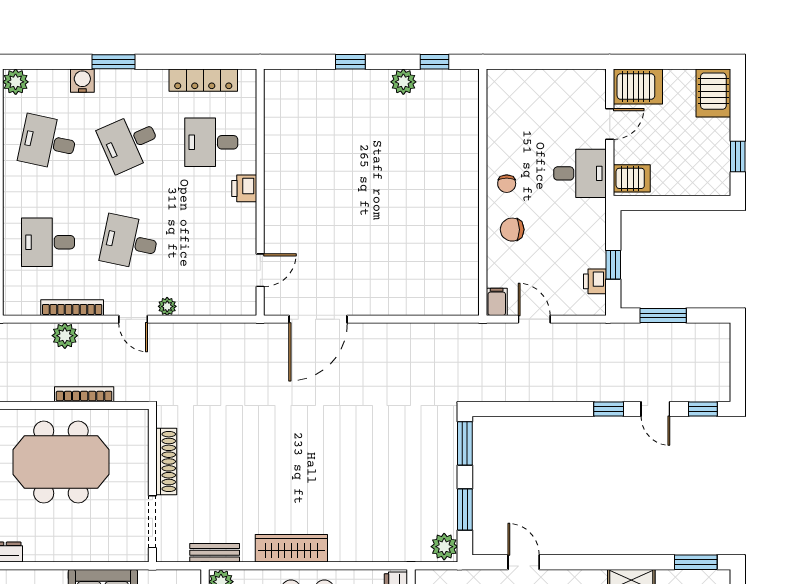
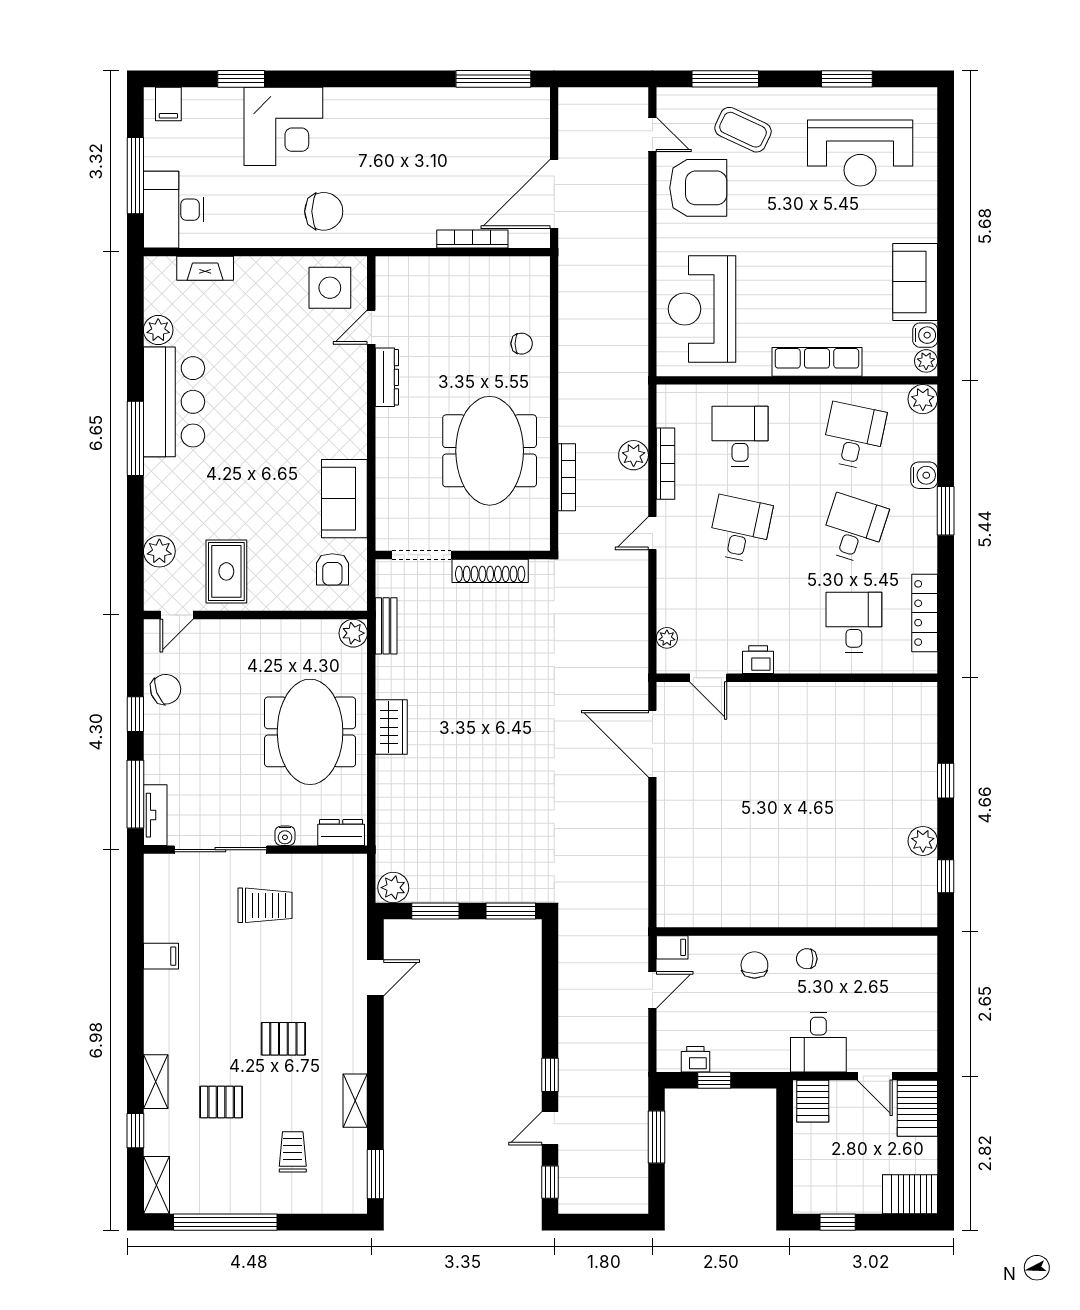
desk: (130, 142) -> (854, 529), turned 42
printer: (244, 188) -> (758, 660), moved
plant: (167, 306) -> (667, 638), moved
wardrobe: (291, 548) -> (391, 727), width x0.67

